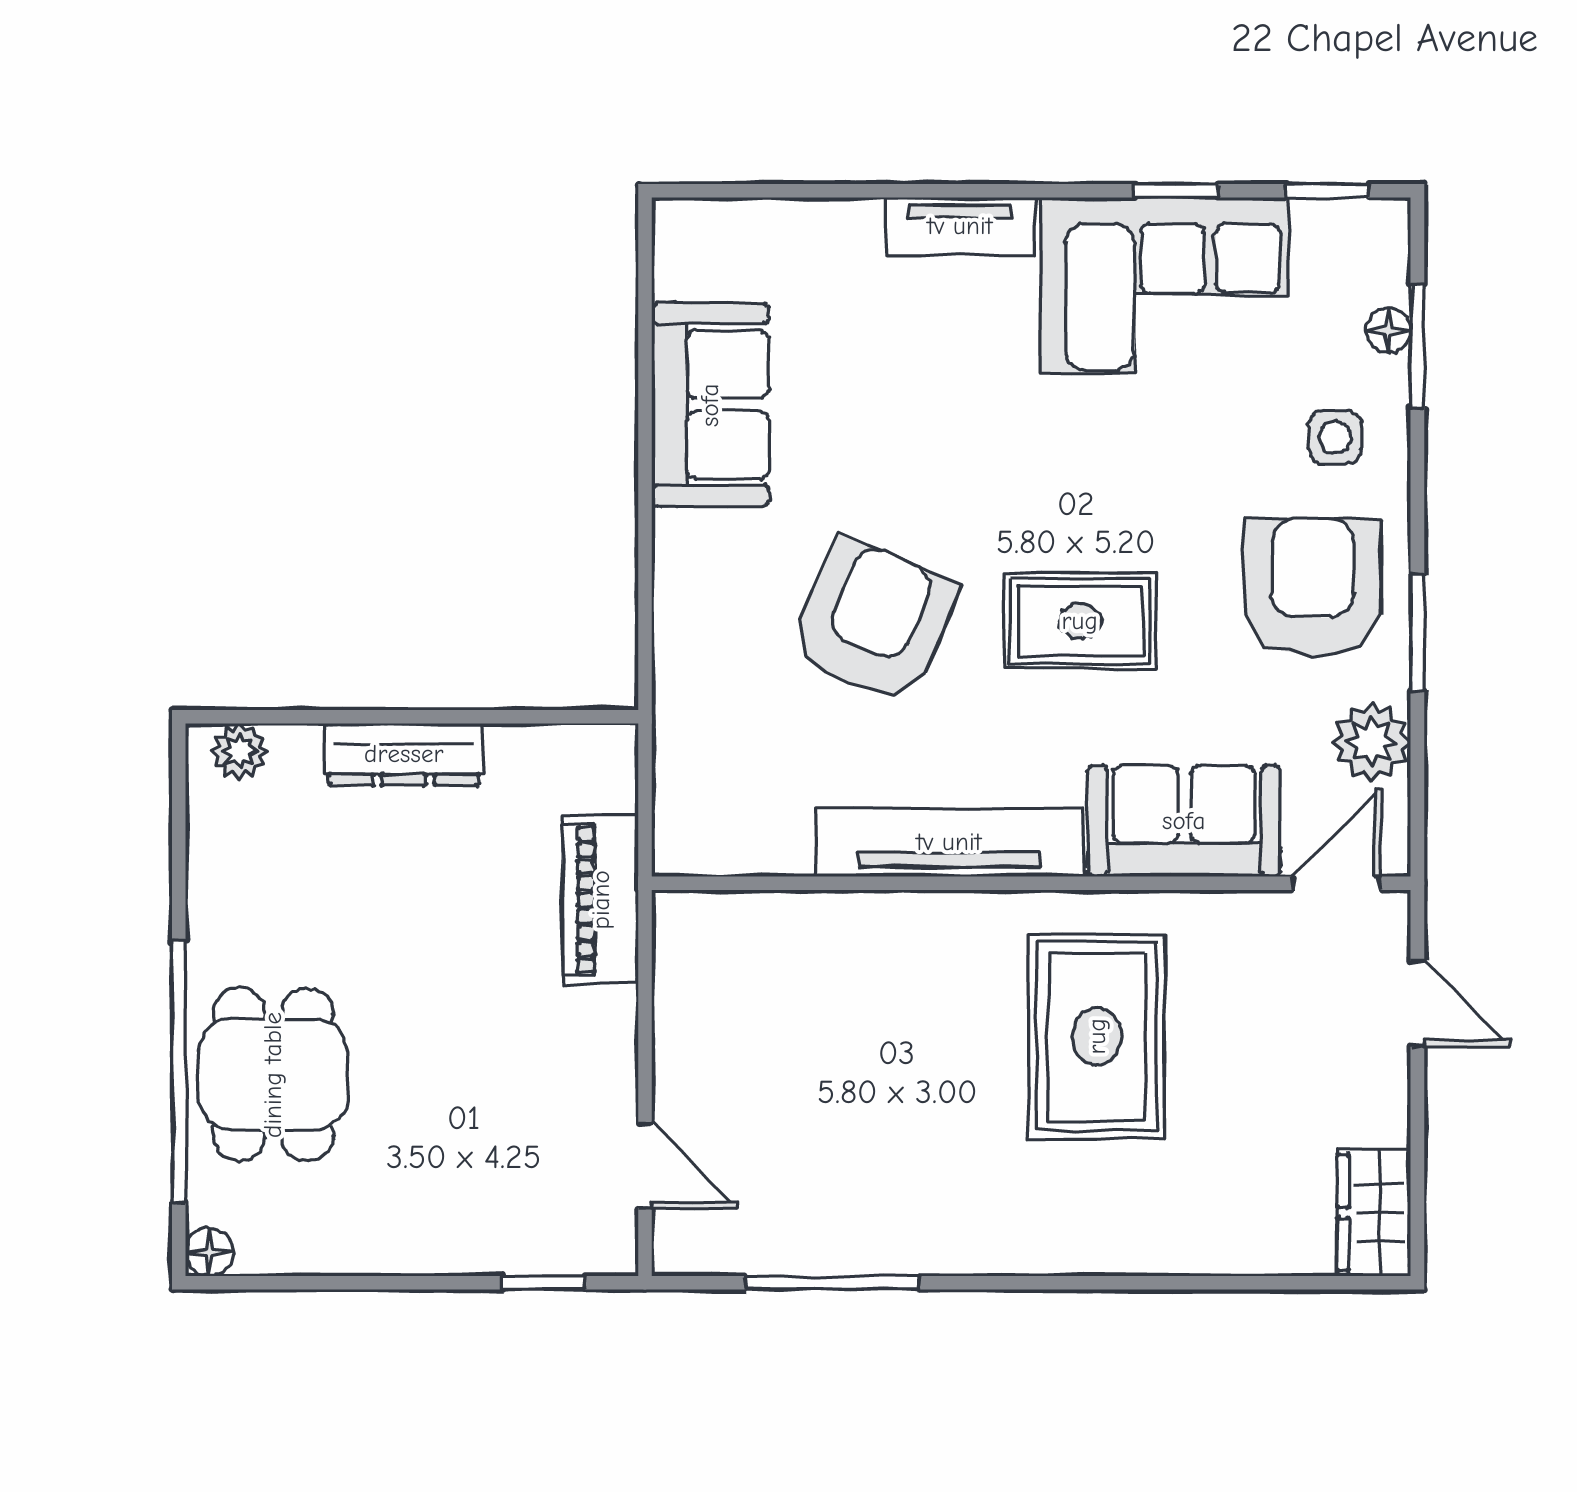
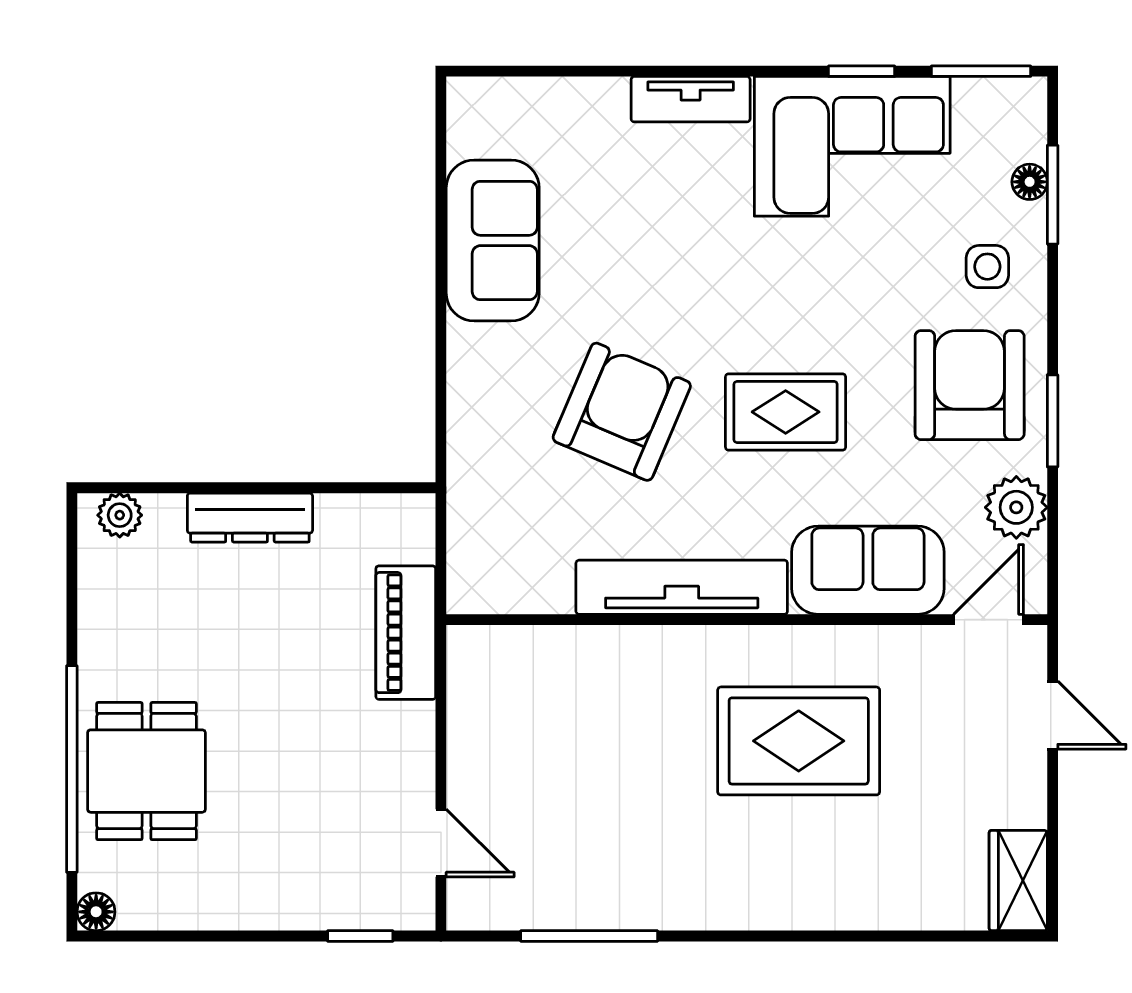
window: (1327, 191) -> (981, 71), width x1.50
rug: (1097, 1036) -> (799, 741), turned 90

